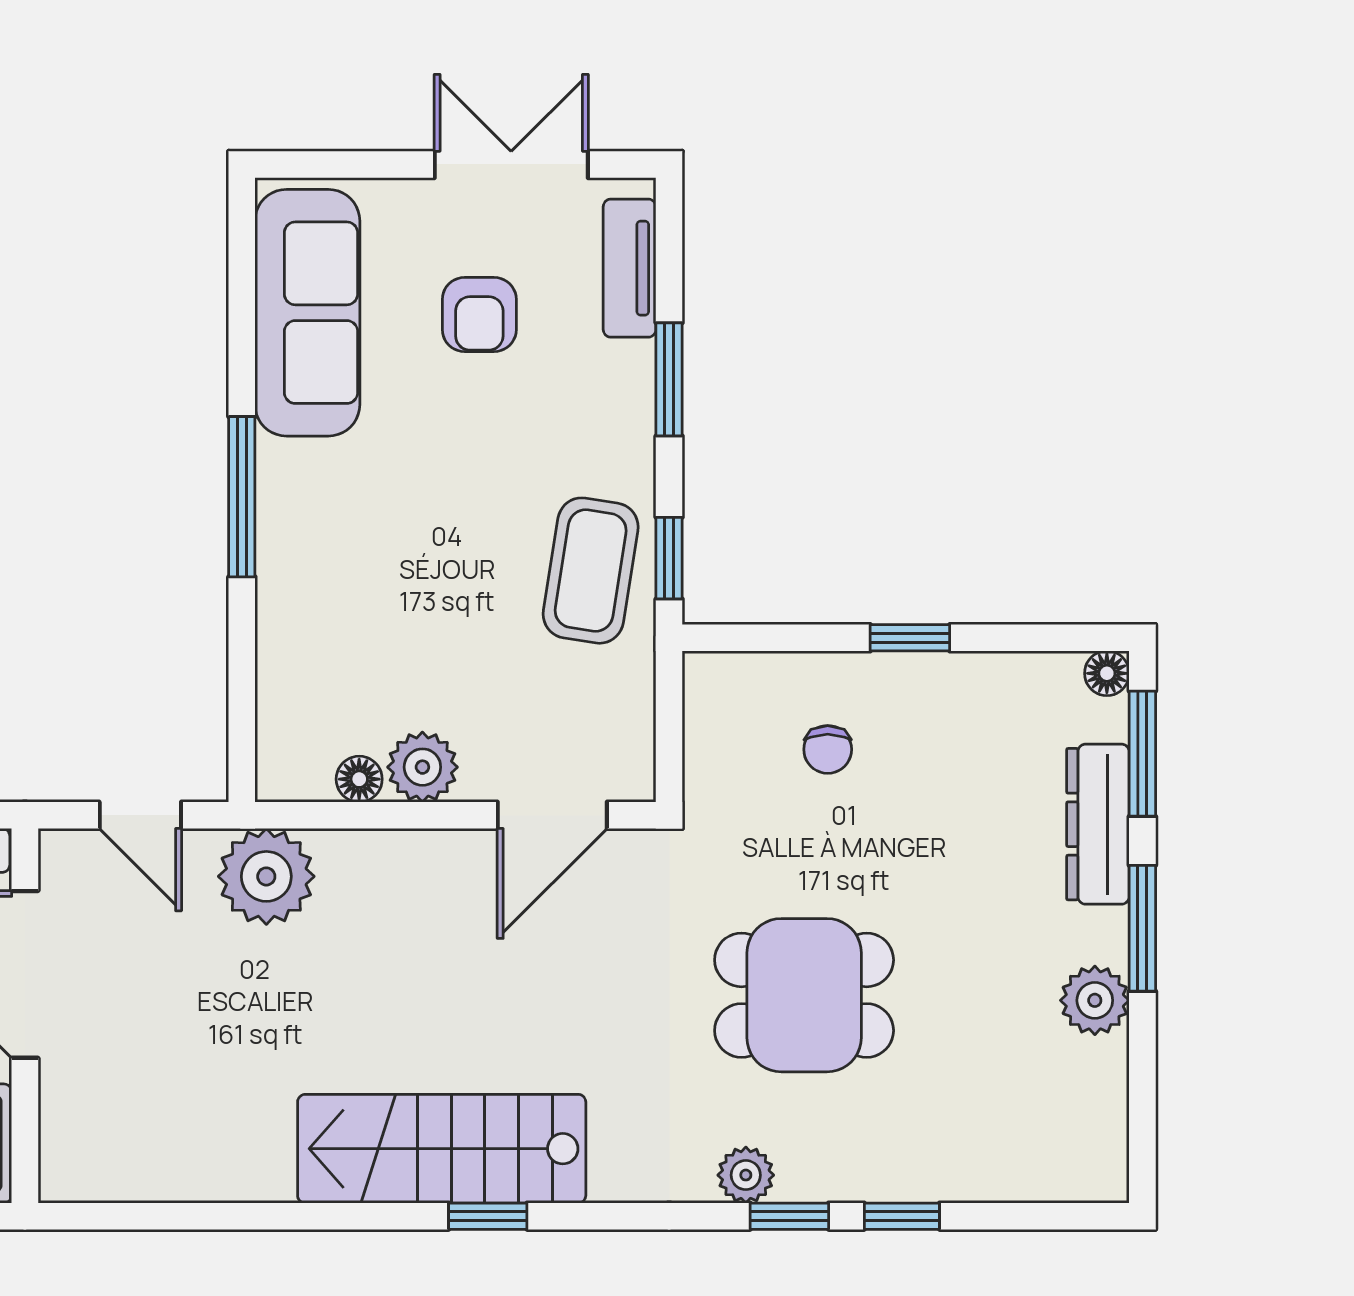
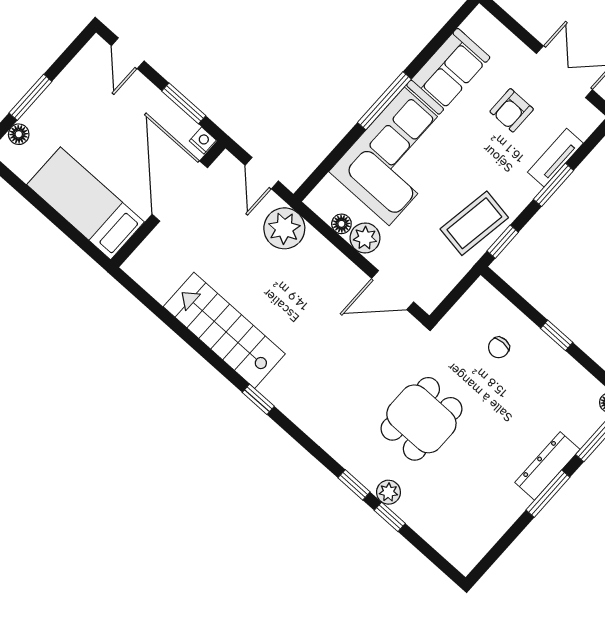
tv unit: (630, 268) -> (555, 158), moved
sofa: (307, 313) -> (448, 71), width x0.73
corner sofa: (350, 575) -> (397, 156), added
dresser: (1098, 824) -> (547, 466), moved
dining table: (804, 995) -> (421, 419), turned 90
plant: (1095, 1000) -> (512, 503), removed
stairs: (442, 1149) -> (224, 330), moved
plant: (746, 1175) -> (388, 492), moved

